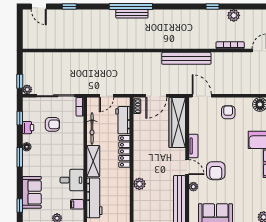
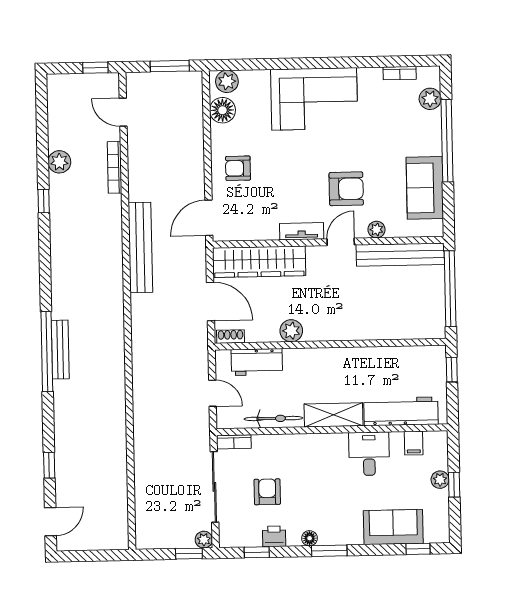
locker: (124, 151) -> (314, 358), removed
plant: (139, 184) -> (291, 331), moved

